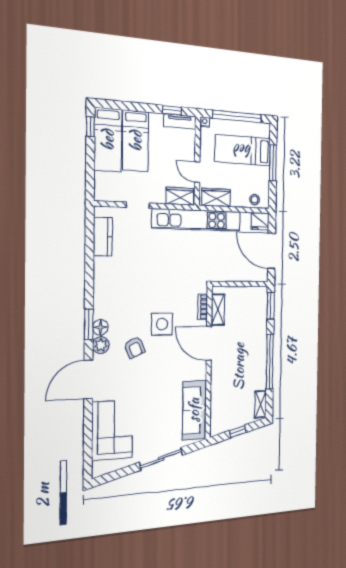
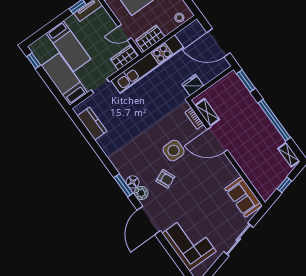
bed: (108, 140) -> (64, 79), moved, turned 180
fridge: (260, 221) -> (193, 85), moved, turned 180
sofa: (194, 410) -> (243, 197), width x0.73

